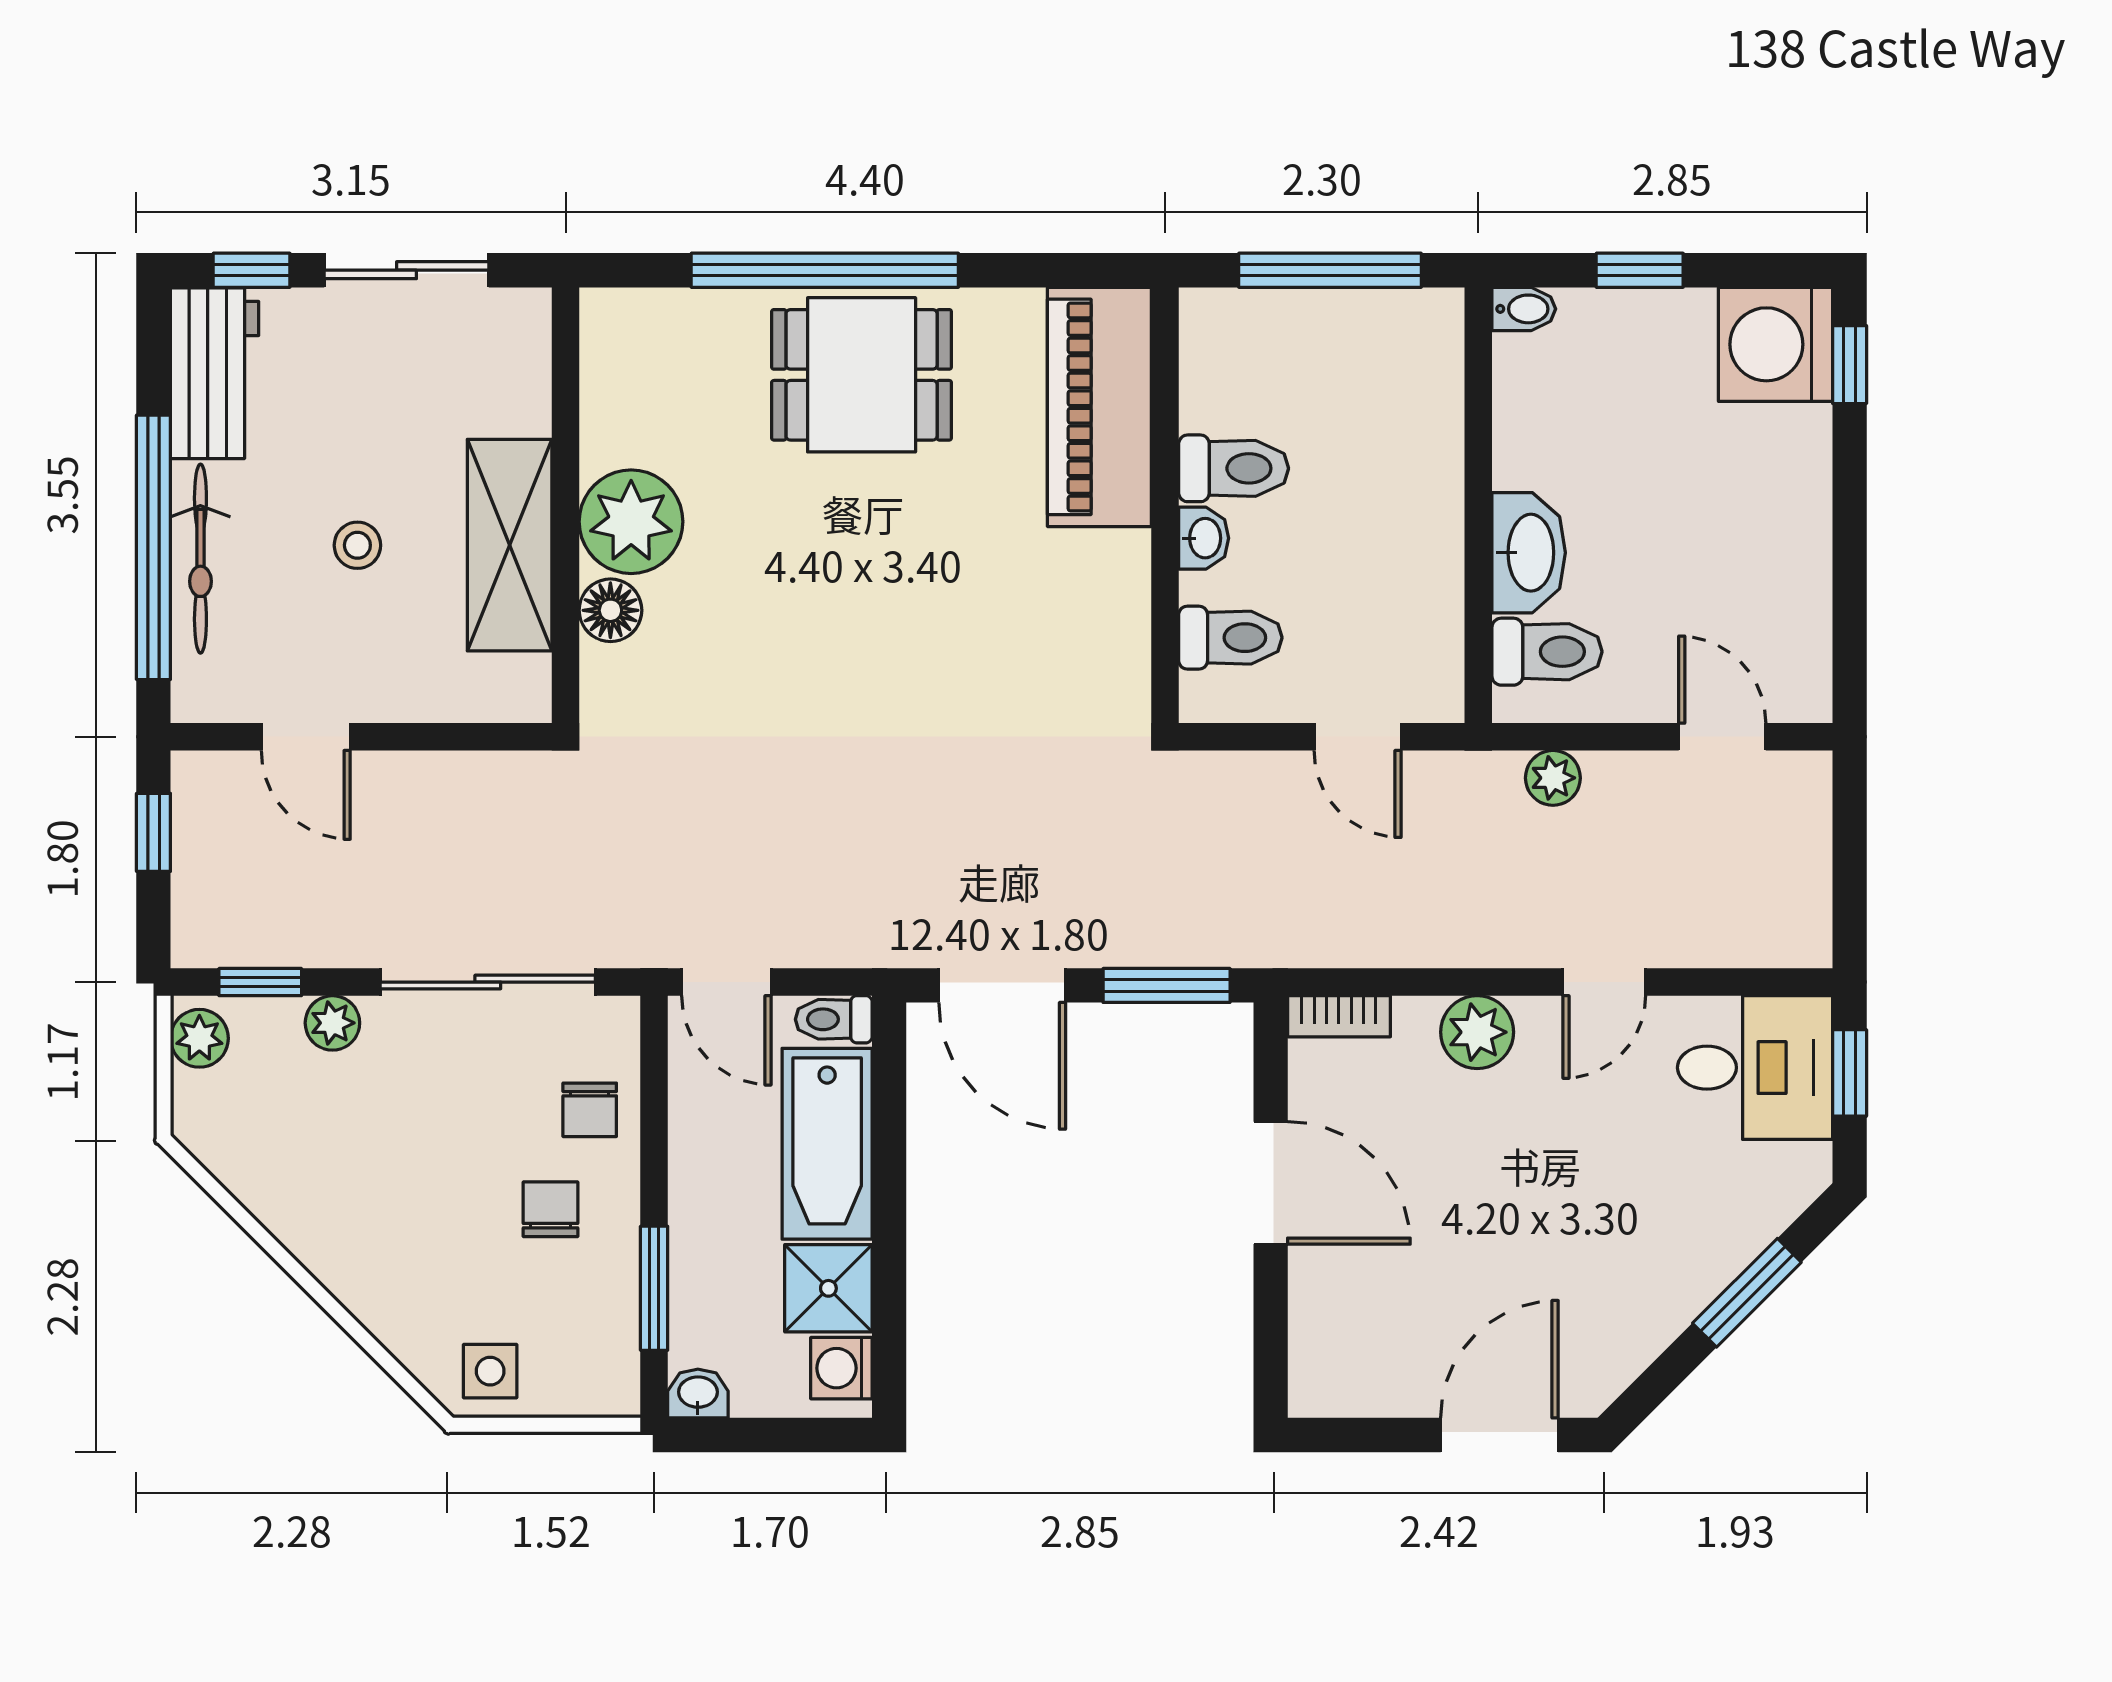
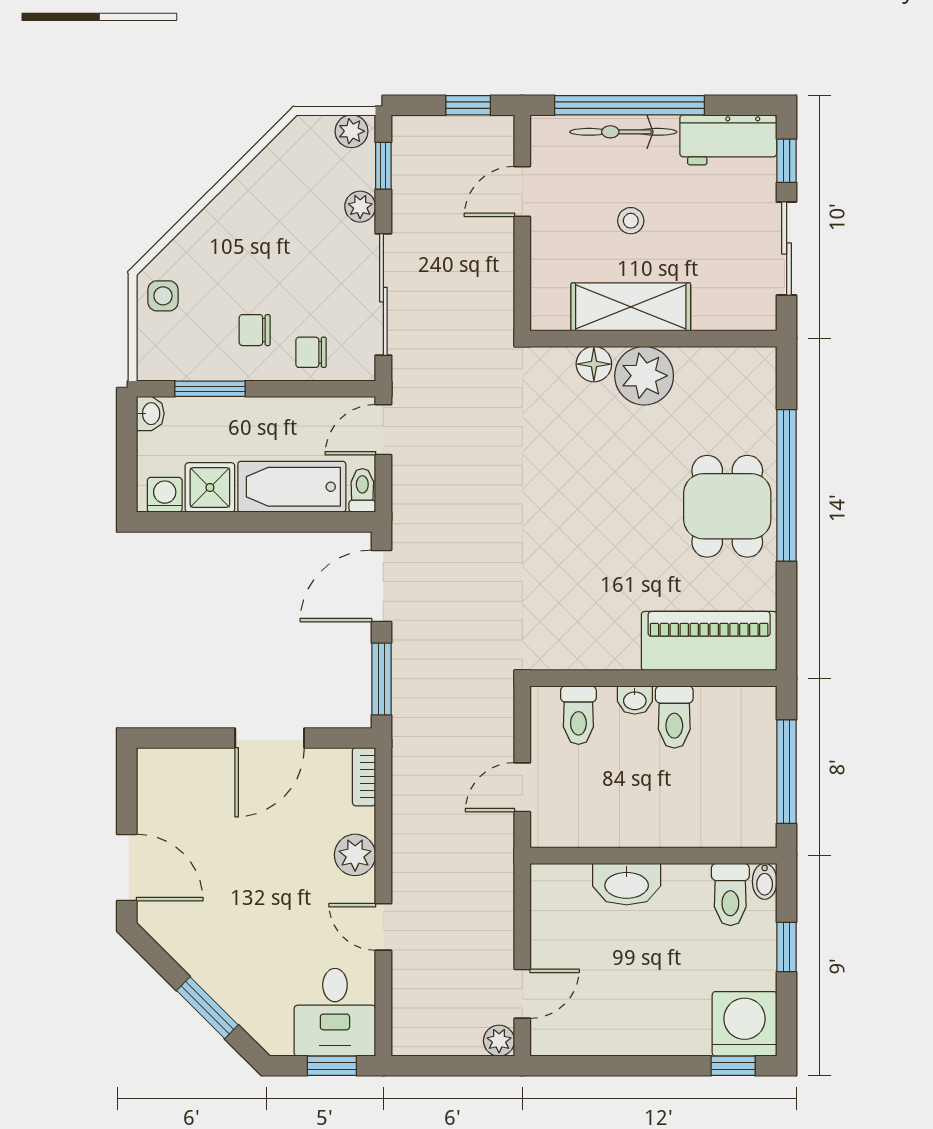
toilet: (1547, 652) -> (730, 894), moved
plant: (1553, 778) -> (499, 1041), moved
chair: (550, 1209) -> (255, 330), turned 180

